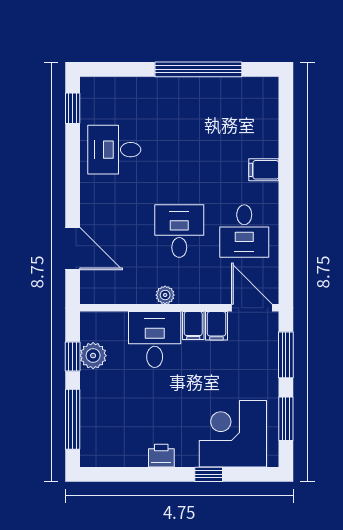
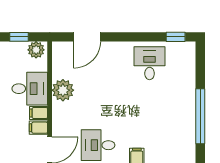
desk: (179, 231) -> (98, 104), removed
plant: (165, 295) -> (63, 90), width x1.88, depth x1.88
plant: (93, 356) -> (36, 50), moved

